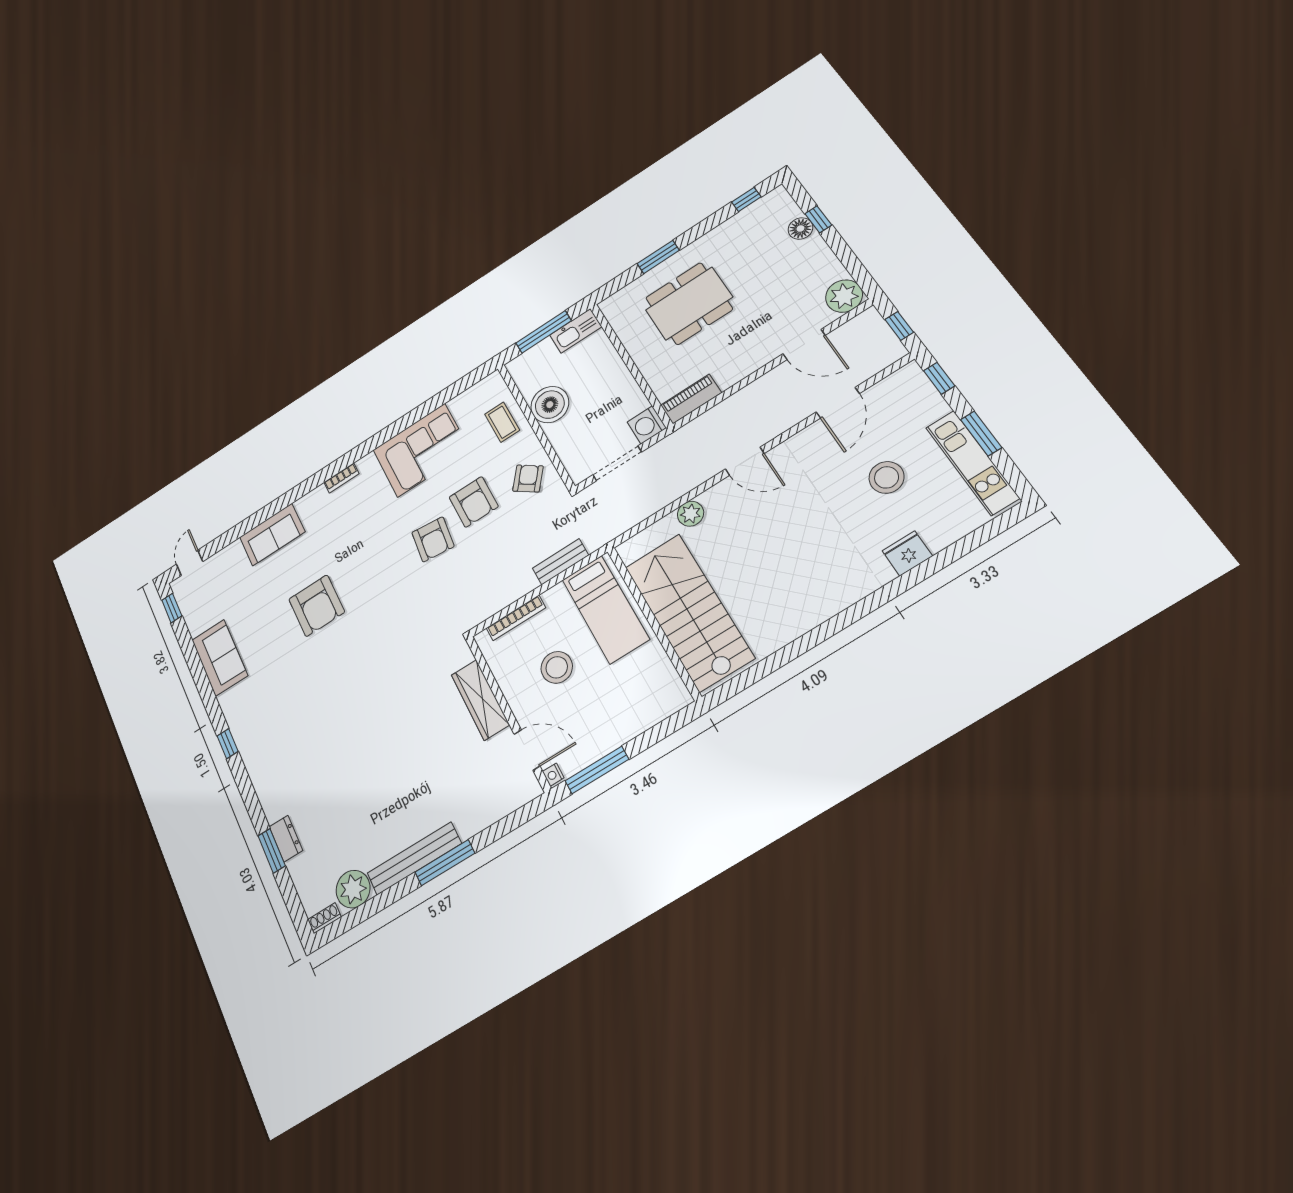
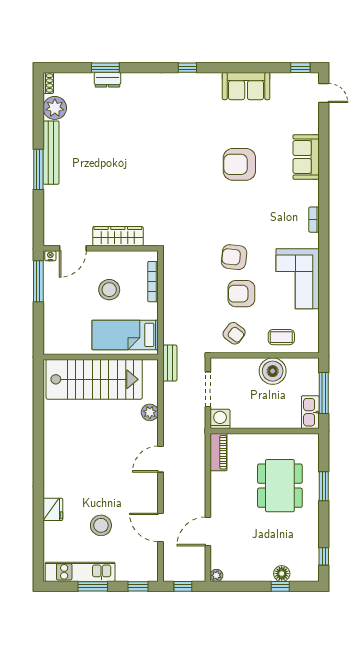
plant: (844, 296) -> (216, 575), width x0.53, depth x0.53
bench: (561, 562) -> (170, 363), moved

